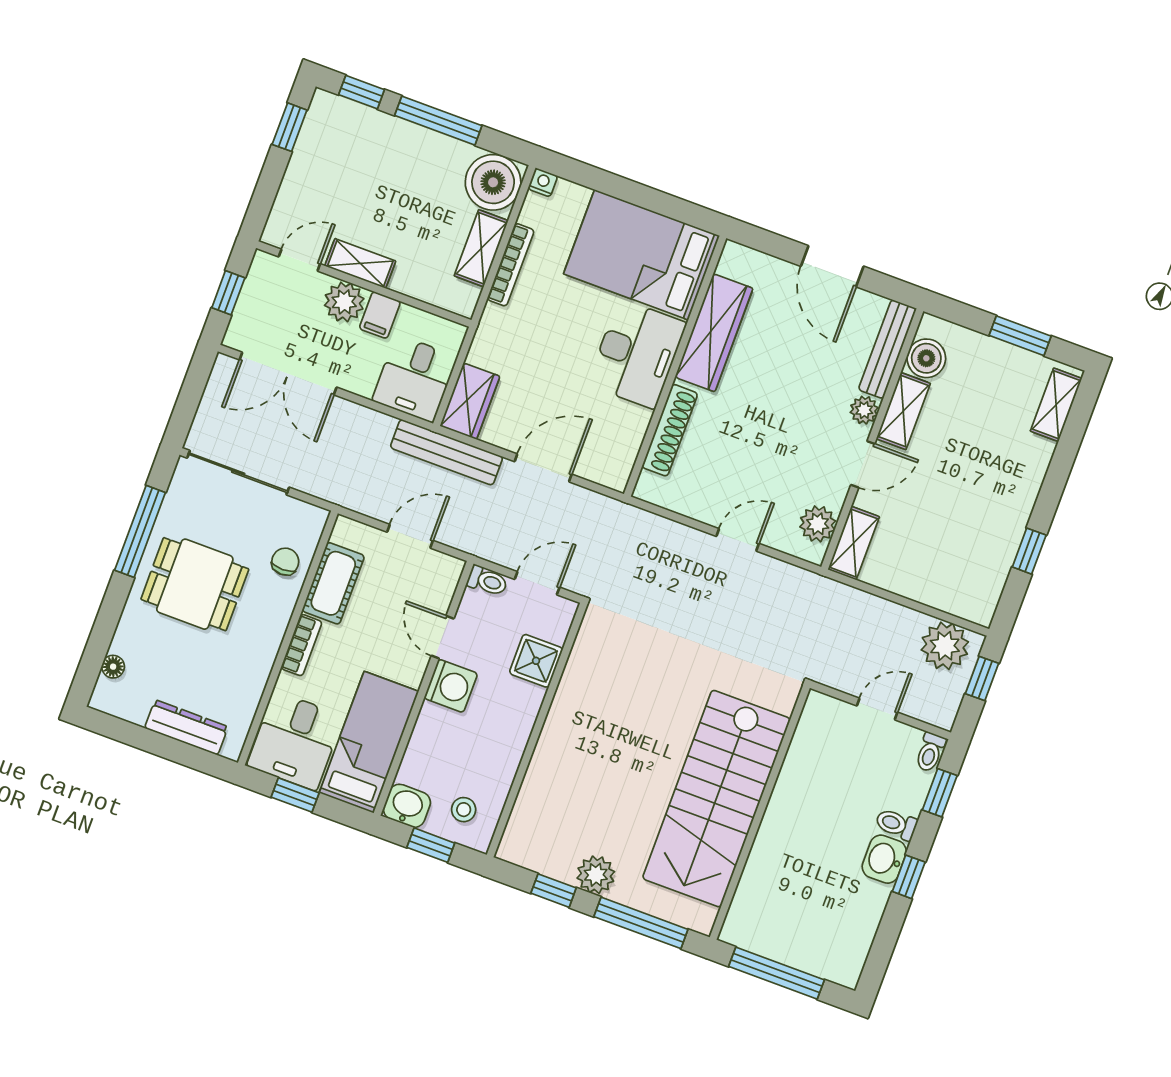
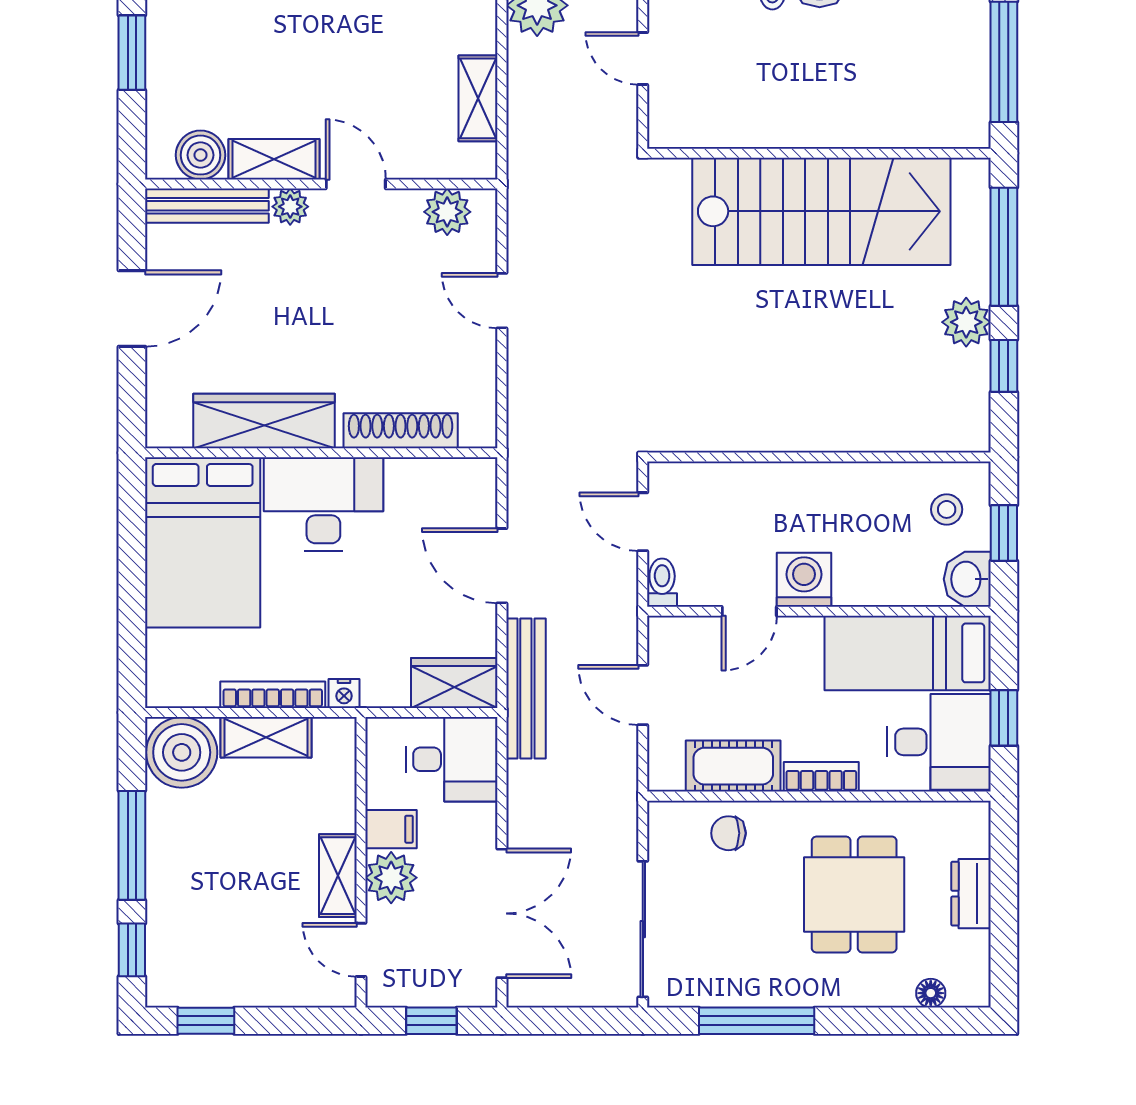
nightstand: (543, 182) -> (344, 694), moved, turned -90
shelving: (854, 543) -> (478, 98), moved, turned 90
dining table: (195, 584) -> (854, 895), moved
shower: (536, 661) -> (736, 489), removed
dresser: (186, 727) -> (971, 894), width x0.70

